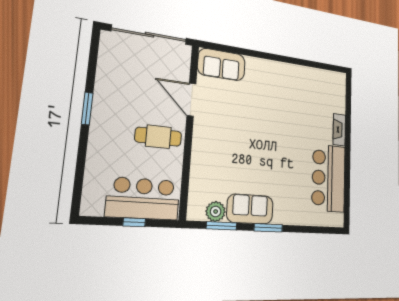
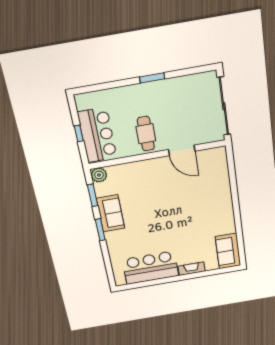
sofa: (222, 65) -> (228, 251), moved
door: (191, 100) -> (182, 150), swing flipped
plant: (216, 211) -> (99, 175), moved

